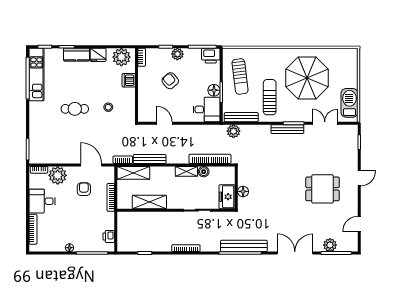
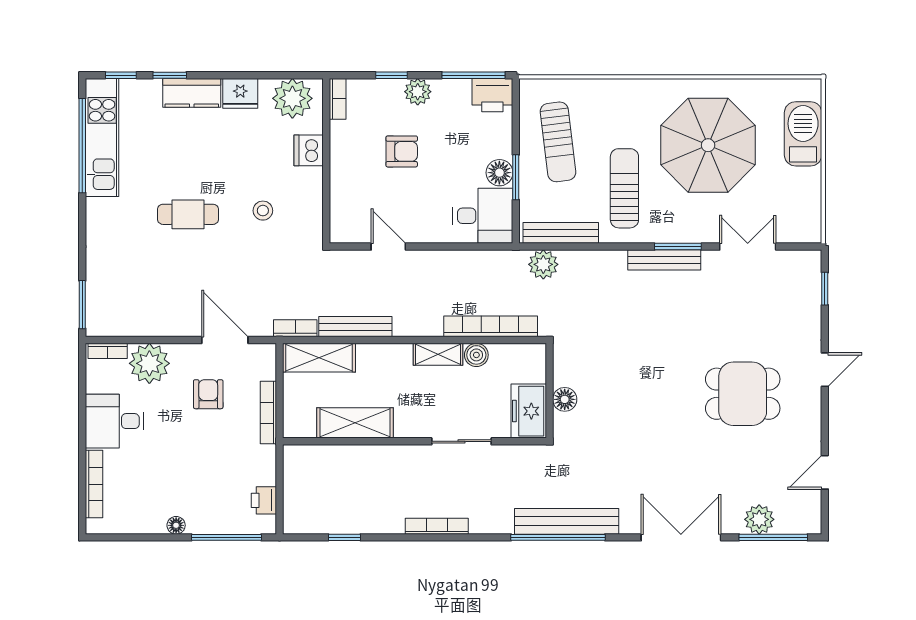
armchair: (170, 81) -> (402, 151), turned 130
barbecue: (349, 103) -> (803, 134), moved

